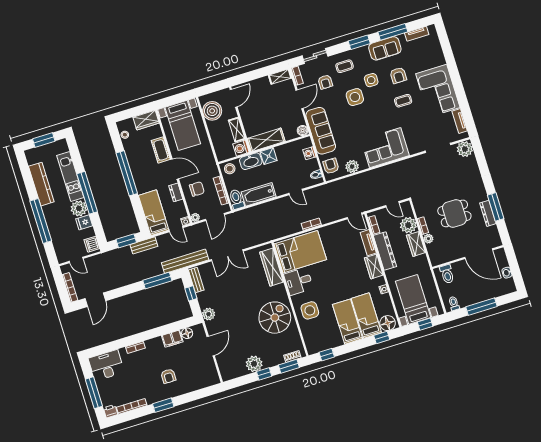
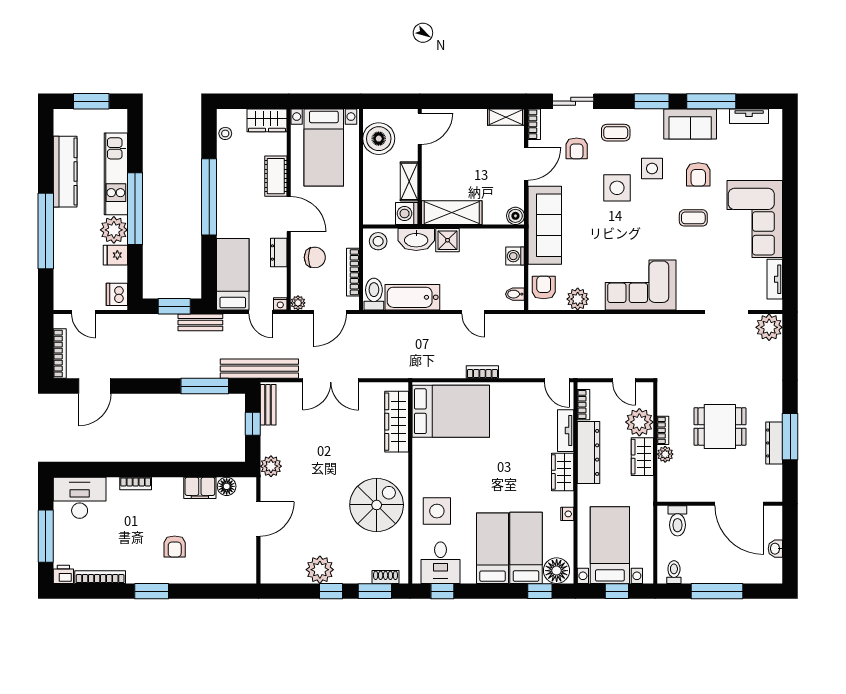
desk: (298, 281) -> (441, 563), moved, turned -90

